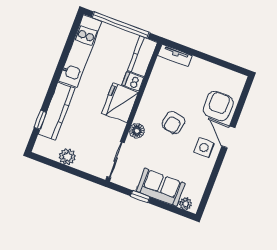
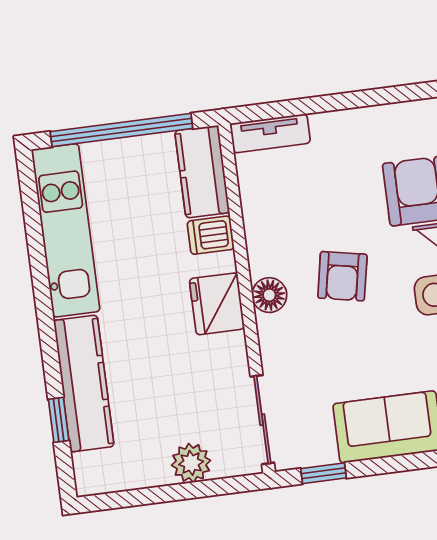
fridge: (120, 103) -> (217, 304), width x0.73, depth x0.75
floor lamp: (137, 131) -> (269, 295), moved
plant: (67, 157) -> (191, 463), moved
window: (140, 197) -> (323, 473), moved

